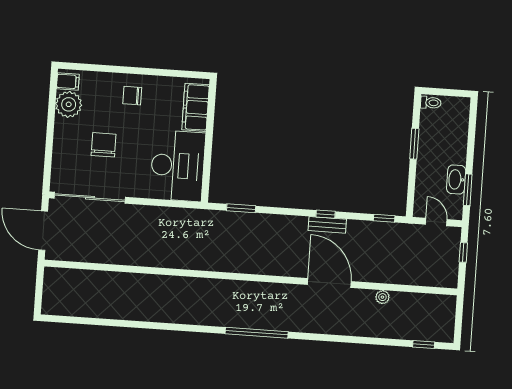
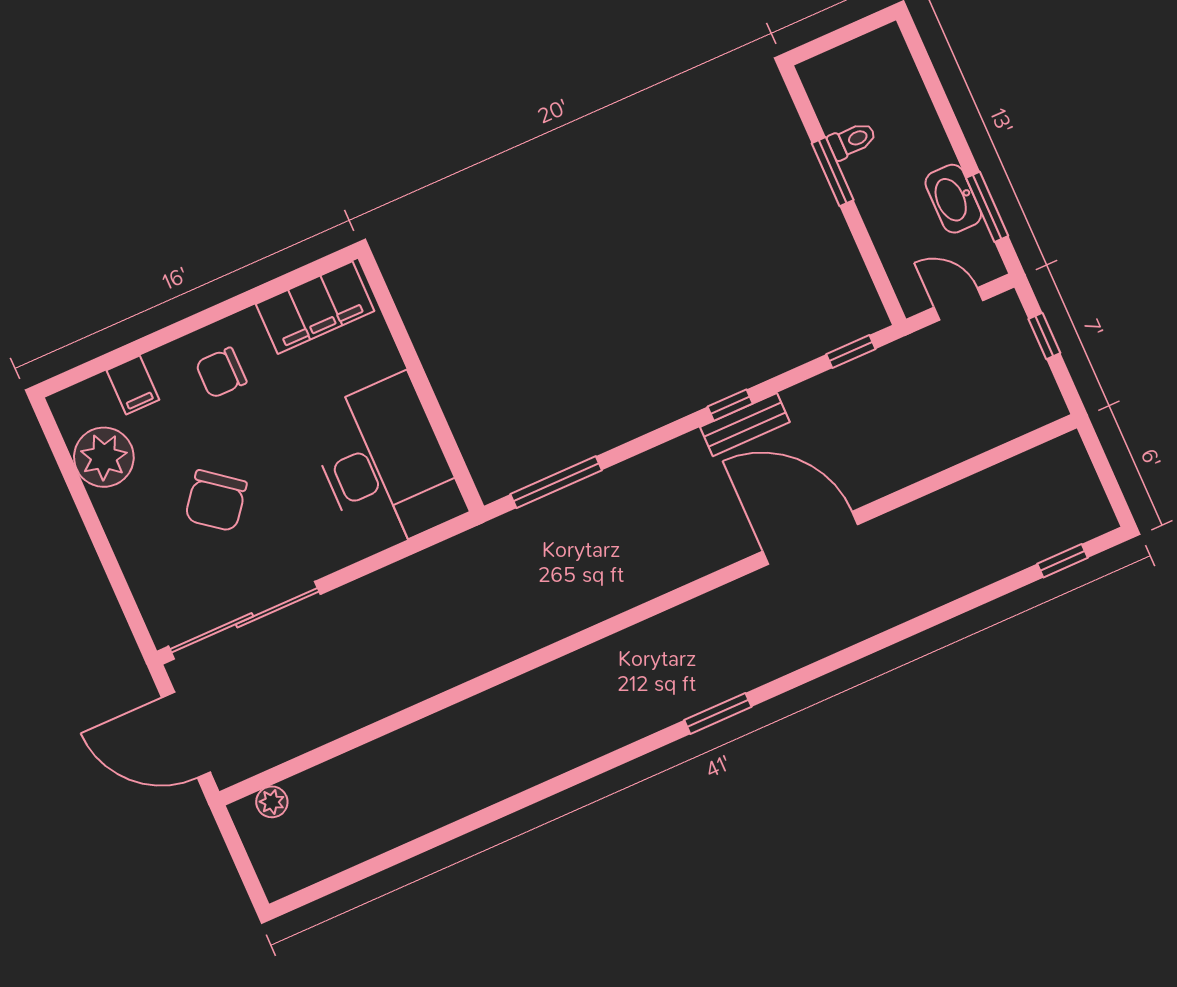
filing cabinet: (68, 82) -> (133, 385), moved, turned 90
toilet: (431, 103) -> (852, 140), moved
filing cabinet: (196, 107) -> (315, 308), moved, turned -90
chair: (104, 145) -> (216, 501), turned -142
window: (241, 208) -> (556, 482), width x1.44
plant: (382, 297) -> (272, 802), moved
window: (257, 333) -> (718, 713), width x0.47

